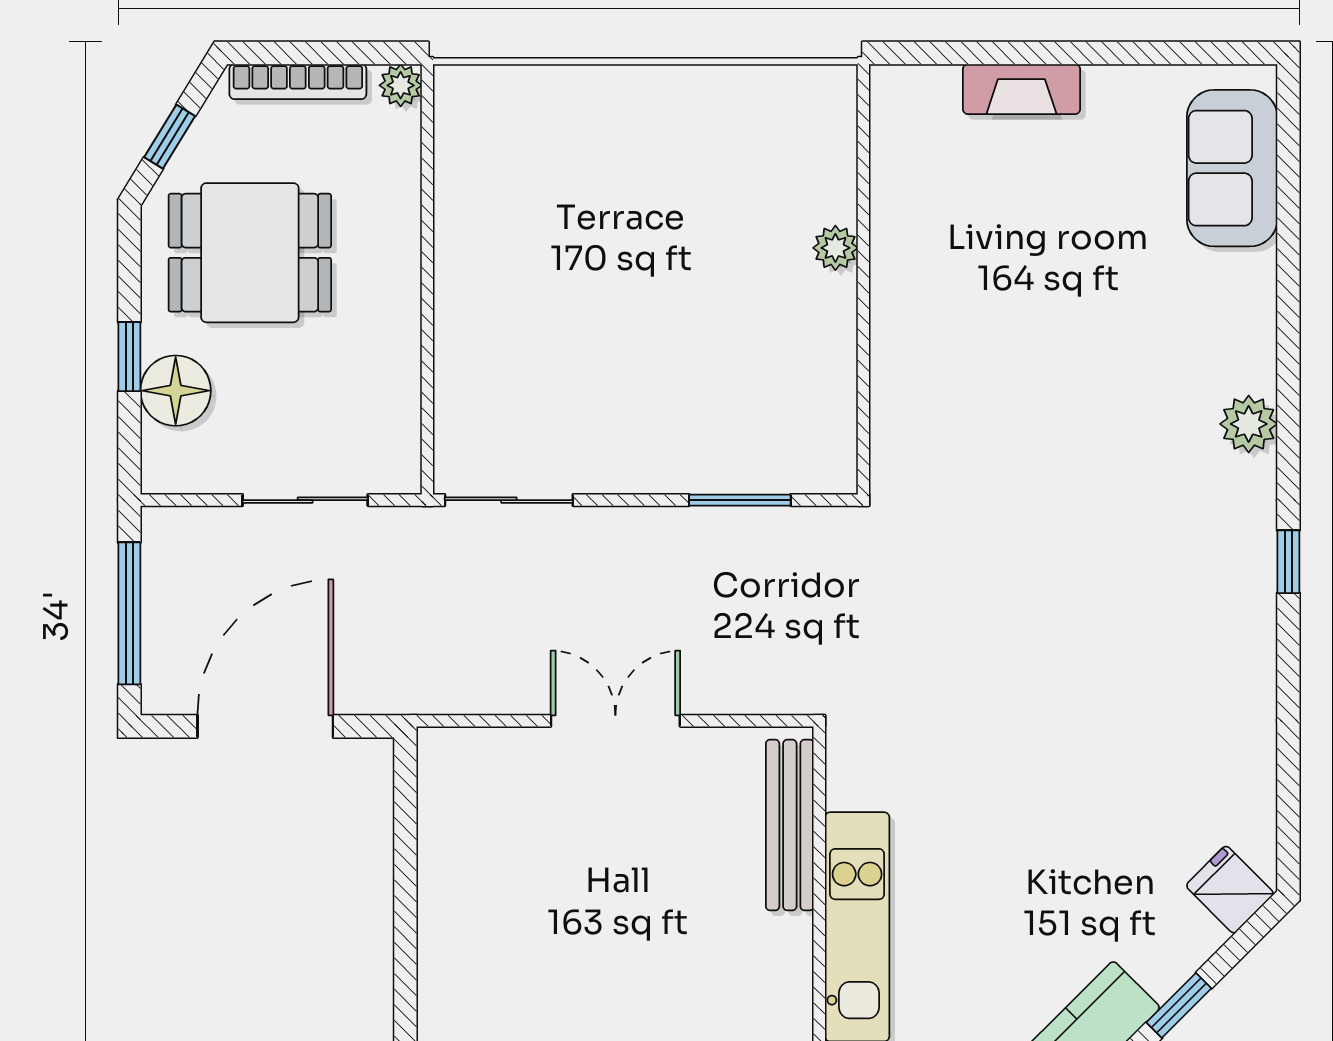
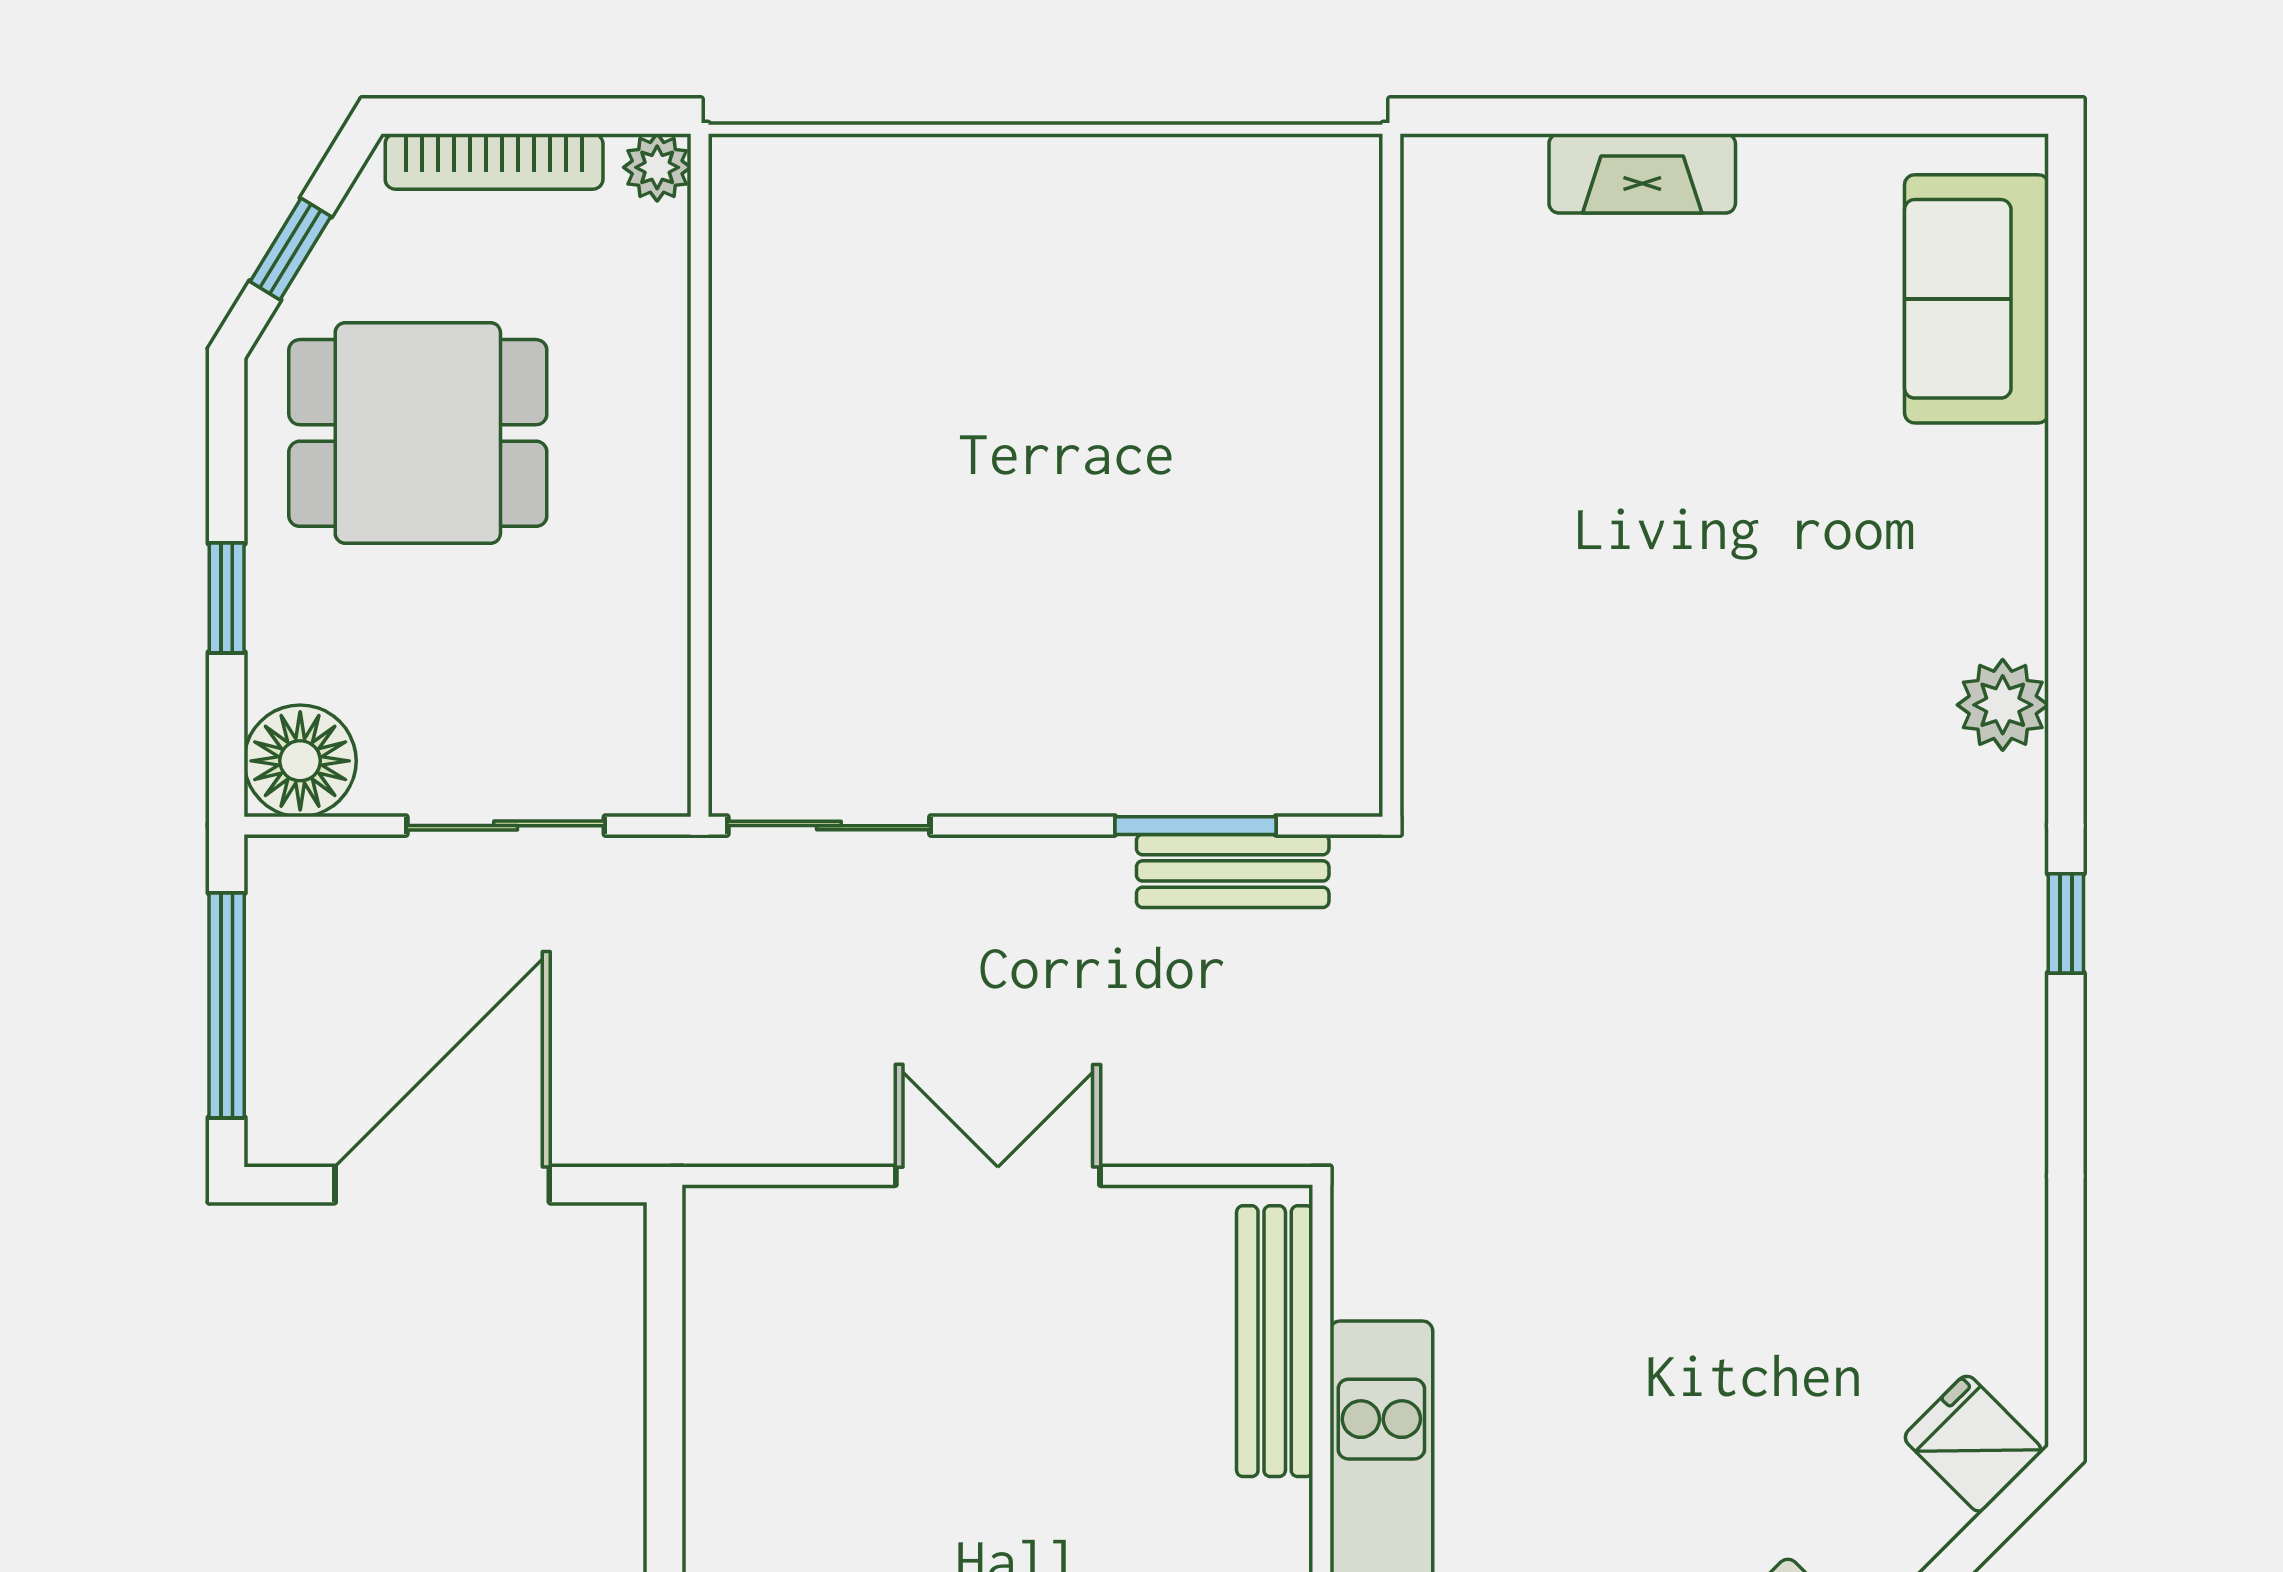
plant: (835, 248) -> (1347, 425), removed
floor lamp: (176, 391) -> (300, 761), moved
bench: (763, 529) -> (1233, 871), added

